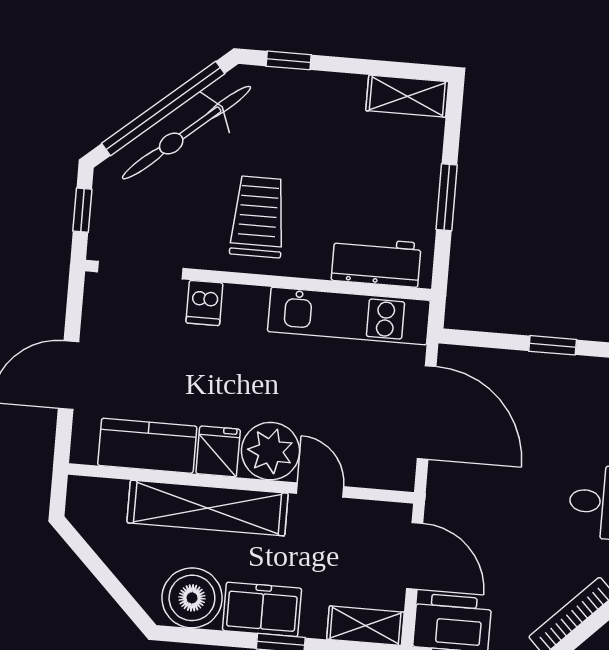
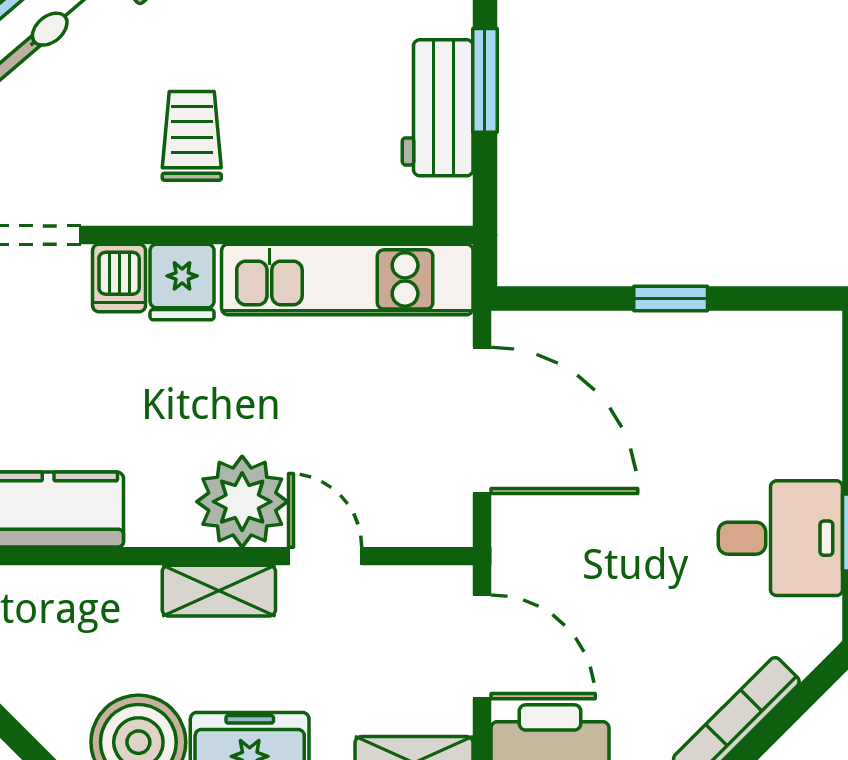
trolley: (258, 217) -> (192, 136), width x0.73, depth x0.72
workbench: (376, 262) -> (438, 108), moved, turned -90
fridge: (218, 451) -> (182, 282), moved, turned 180
shelving: (208, 508) -> (219, 591), width x0.45, depth x0.75

